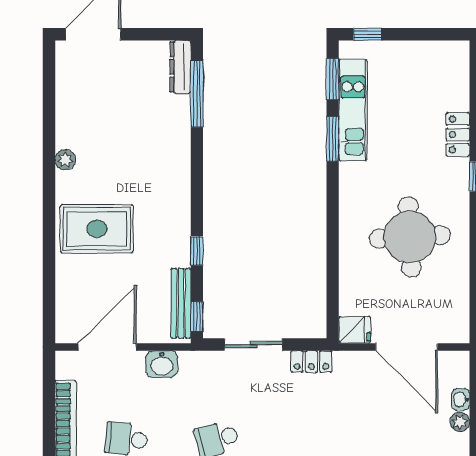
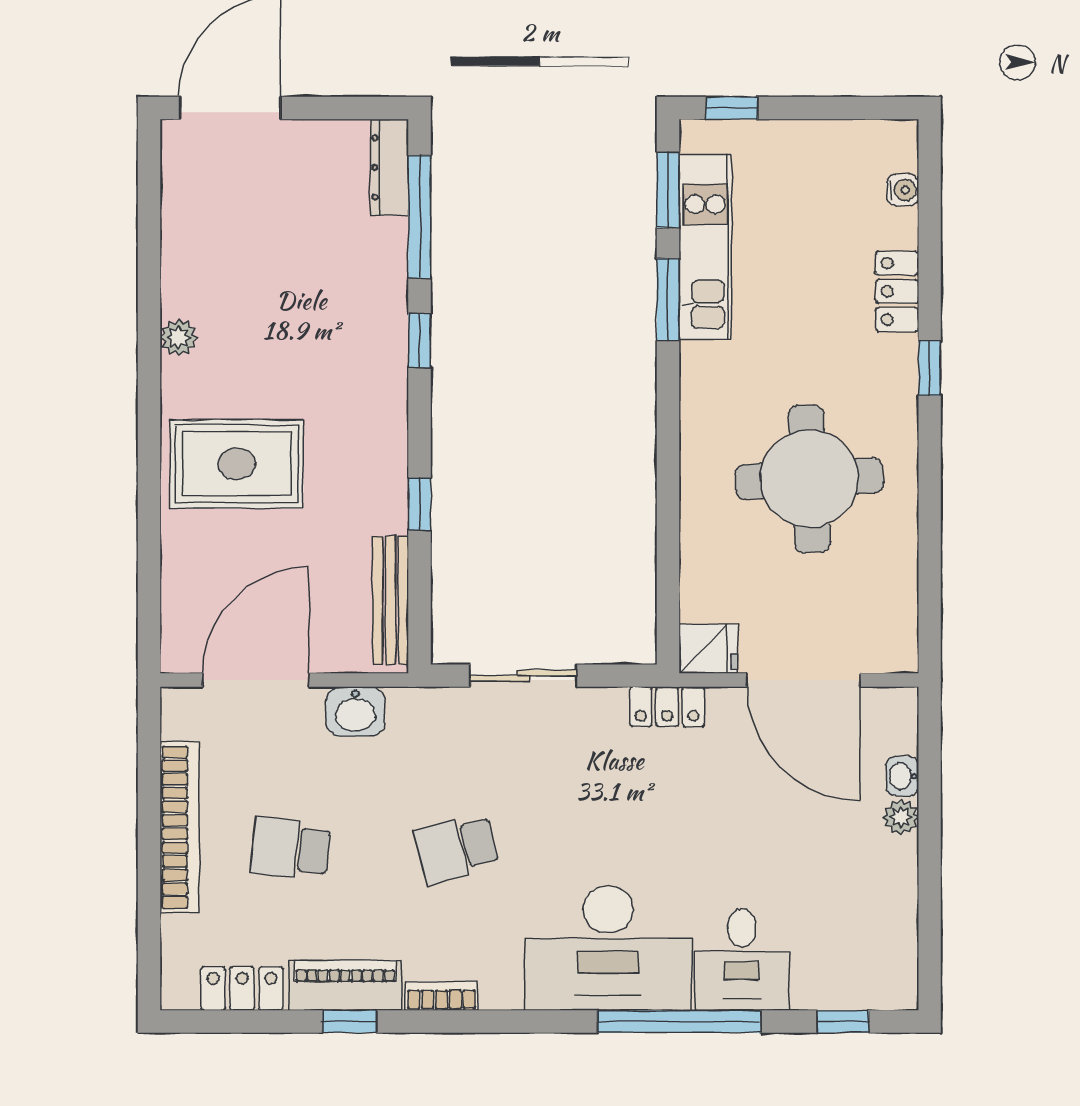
water cooler: (461, 79) -> (903, 190), added
window: (197, 316) -> (420, 341), moved
locker: (311, 361) -> (667, 707), moved

